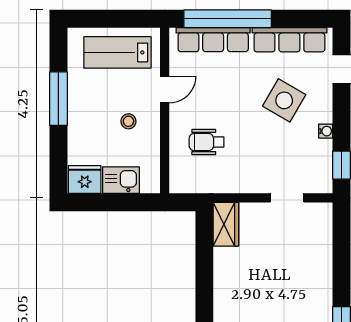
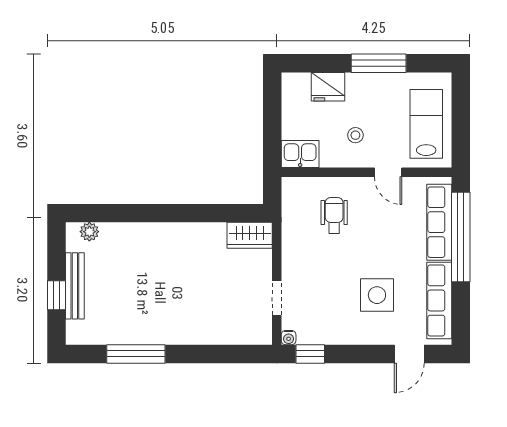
side table: (284, 100) -> (377, 295), turned -30
water cooler: (326, 131) -> (289, 338), moved
fridge: (85, 180) -> (328, 87), moved, turned 90
kitchen sink: (121, 180) -> (300, 154), moved, turned -90

